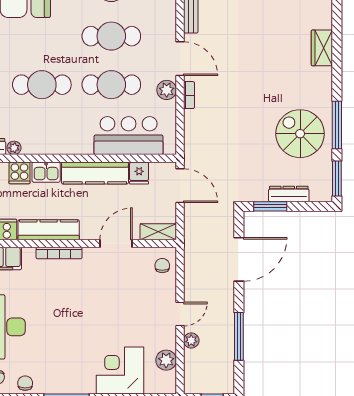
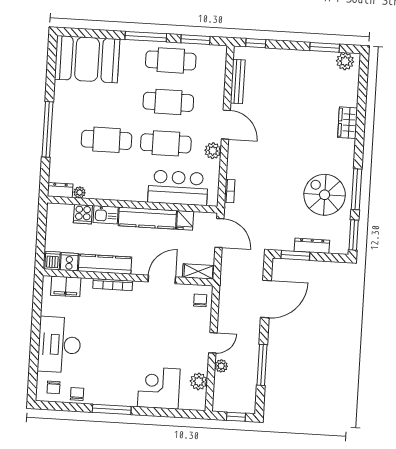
bookcase: (189, 95) -> (230, 191), moved

